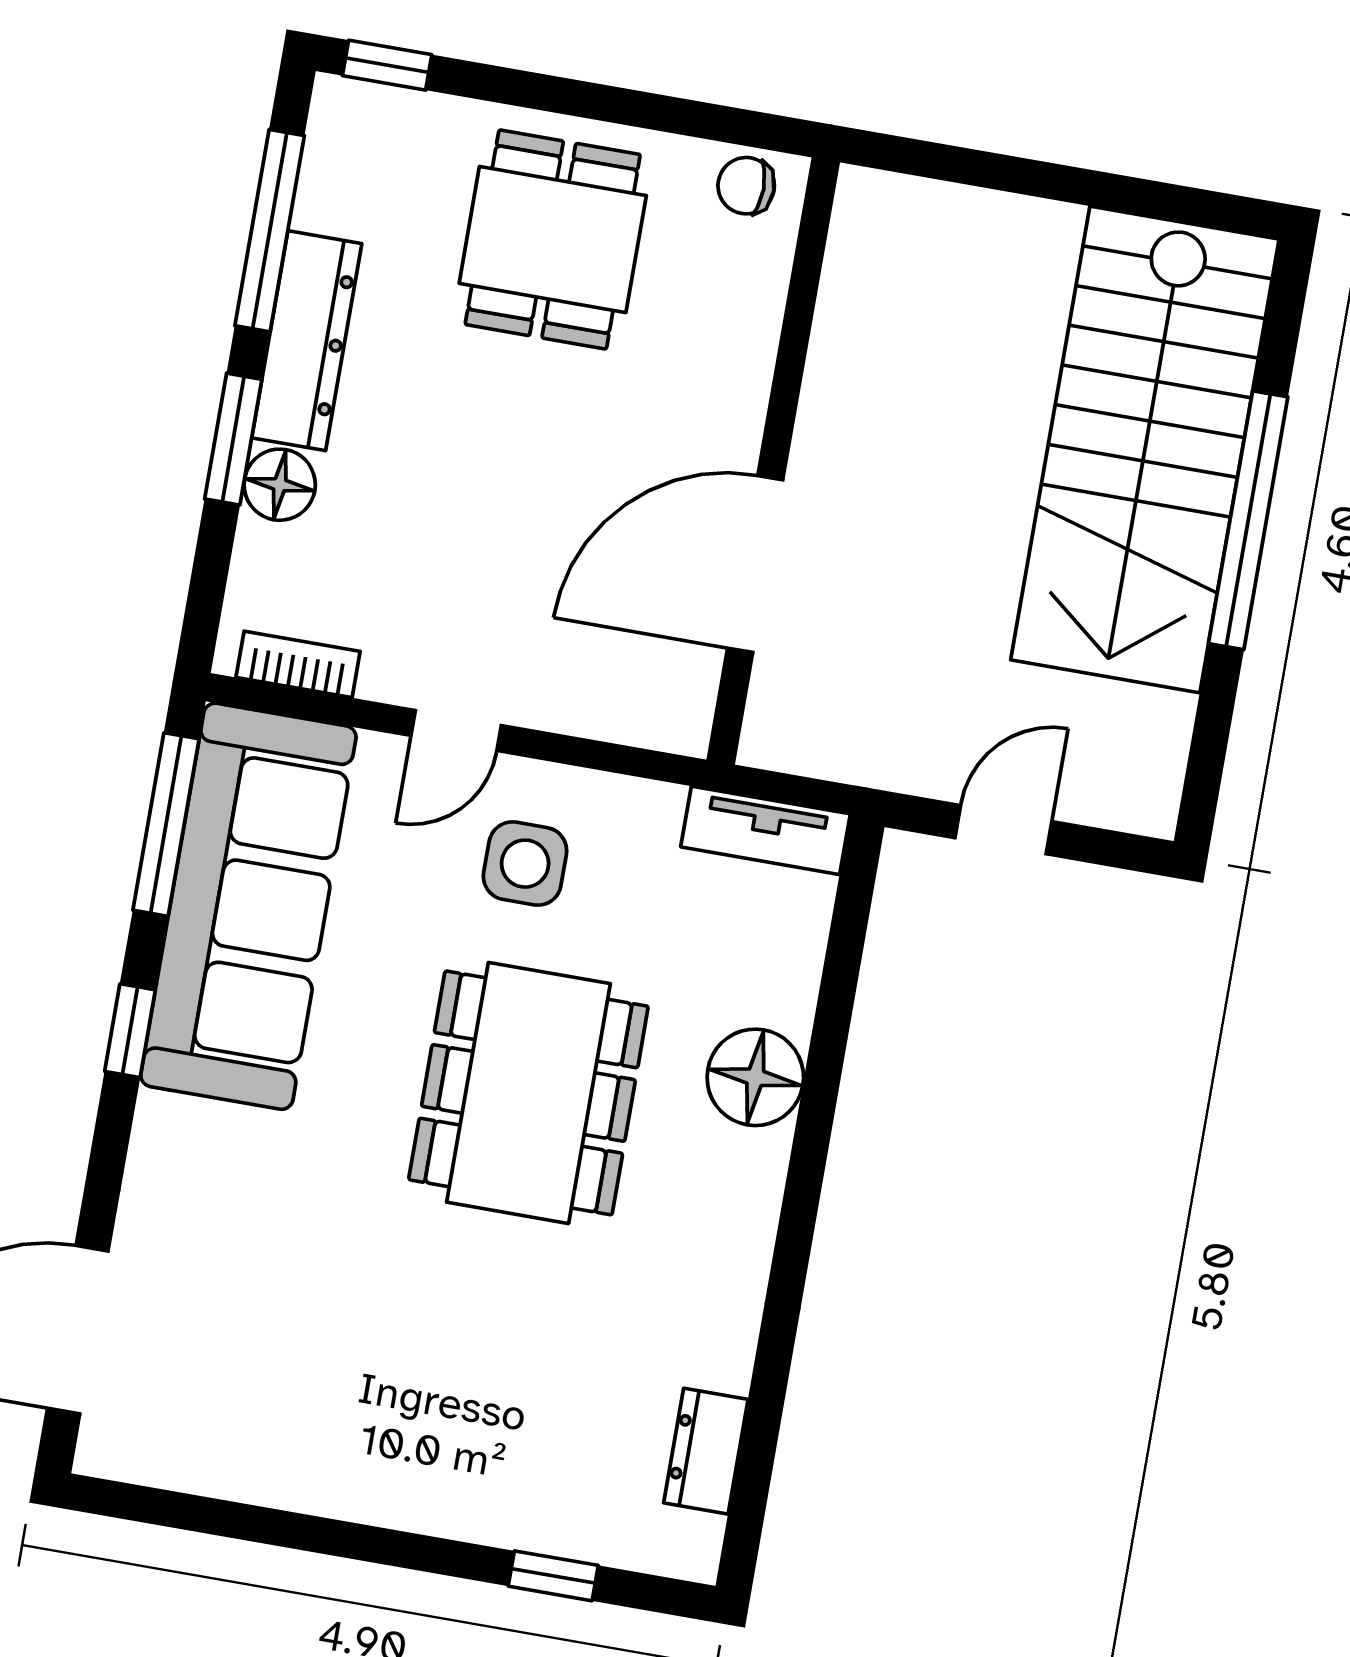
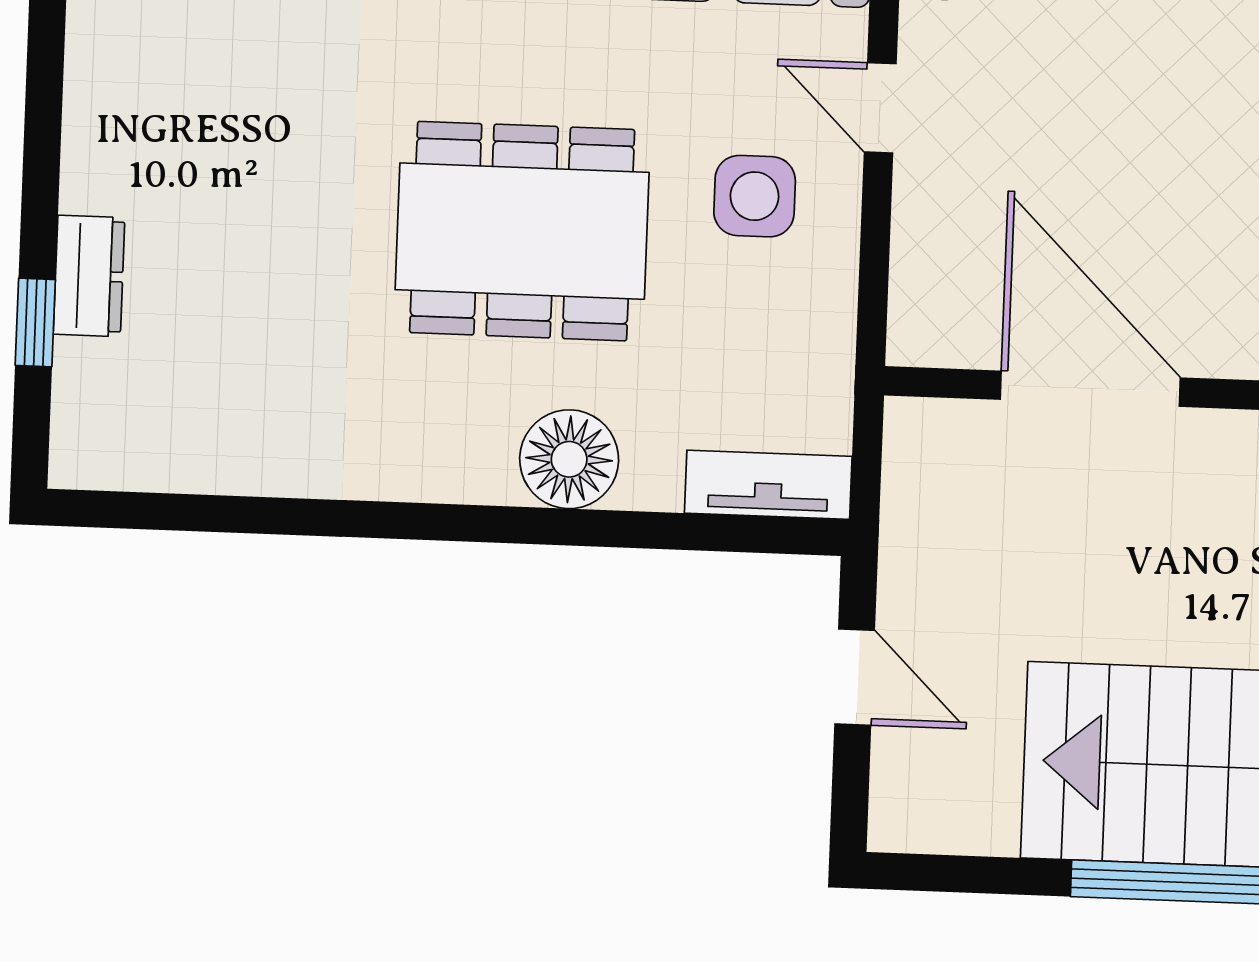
tv unit: (765, 830) -> (768, 485), moved, turned 90
dresser: (706, 1451) -> (89, 276), moved, turned 90

